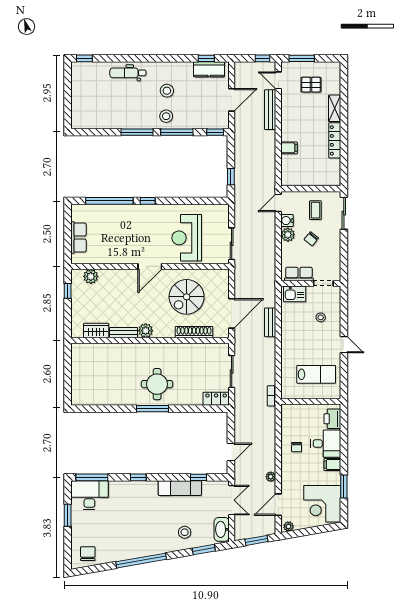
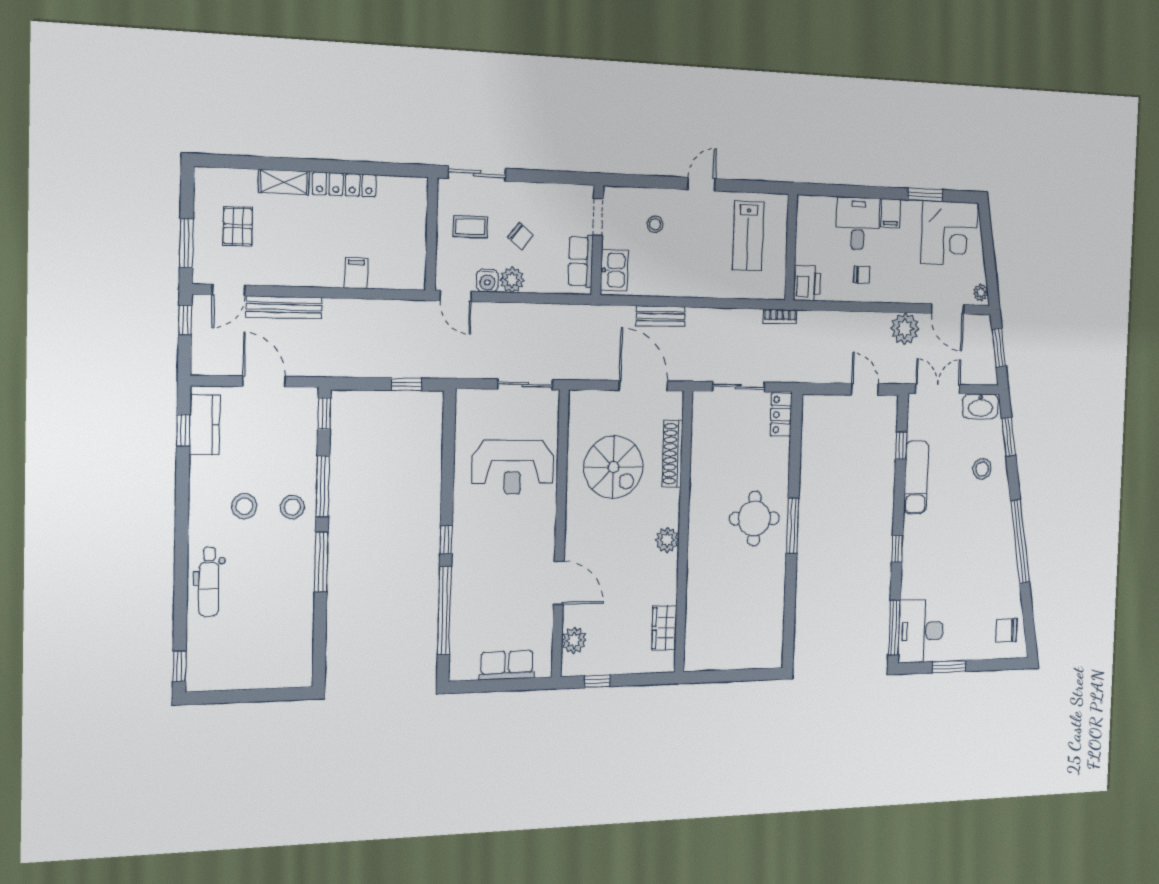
door: (150, 266) -> (559, 583), moved
bench: (124, 333) -> (669, 579), removed
lab bench: (316, 374) -> (748, 236), turned 180
printer: (332, 419) -> (807, 283), moved, turned -90
plant: (271, 477) -> (905, 329), width x1.88, depth x1.88

